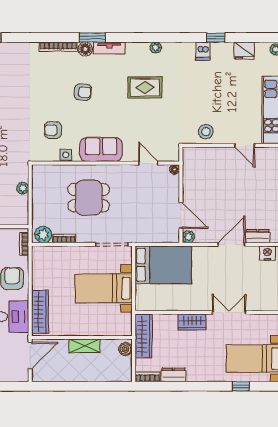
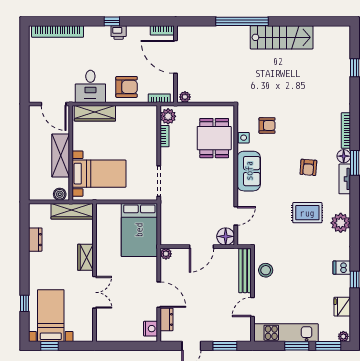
plant: (156, 48) -> (341, 223), width x1.87, depth x1.87
rug: (145, 87) -> (307, 213), turned 90
armchair: (83, 92) -> (308, 167), moved
armchair: (53, 130) -> (267, 125), turned 90
bench: (206, 153) -> (245, 271), added
floor lamp: (174, 170) -> (226, 236), width x1.89, depth x1.89
plant: (23, 188) -> (185, 97), moved
dining table: (89, 198) -> (214, 138), moved
door: (181, 215) -> (202, 247), moved
bed with nightstands: (104, 288) -> (99, 174), moved, turned 90
shelving: (85, 346) -> (61, 156), width x1.50, depth x1.33
bookcase: (147, 377) -> (33, 215), removed

